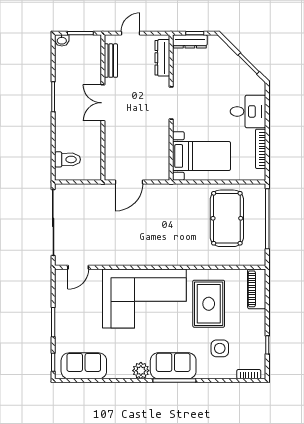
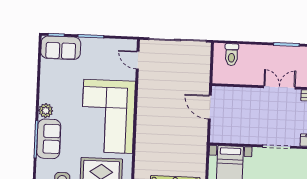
sofa: (84, 366) -> (61, 48), moved, turned 90

